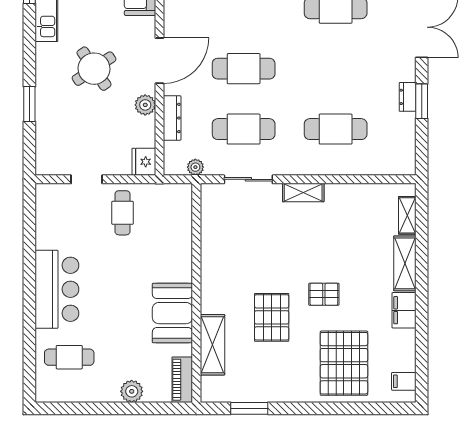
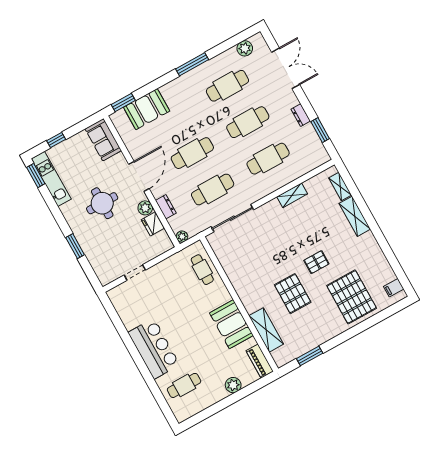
round table: (94, 69) -> (102, 203), turned 34
cafe table: (336, 69) -> (248, 122), added
window: (422, 101) -> (320, 130), moved
dresser: (172, 118) -> (166, 207), width x0.70
fridge: (144, 162) -> (153, 224), moved
plant: (195, 167) -> (182, 237), moved
sliding door: (248, 179) -> (232, 218), width x1.37
shelving: (303, 192) -> (292, 195), moved
cafe table: (123, 213) -> (202, 270), moved
filing cabinet: (404, 310) -> (370, 245), removed

